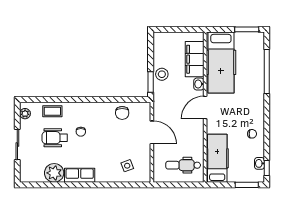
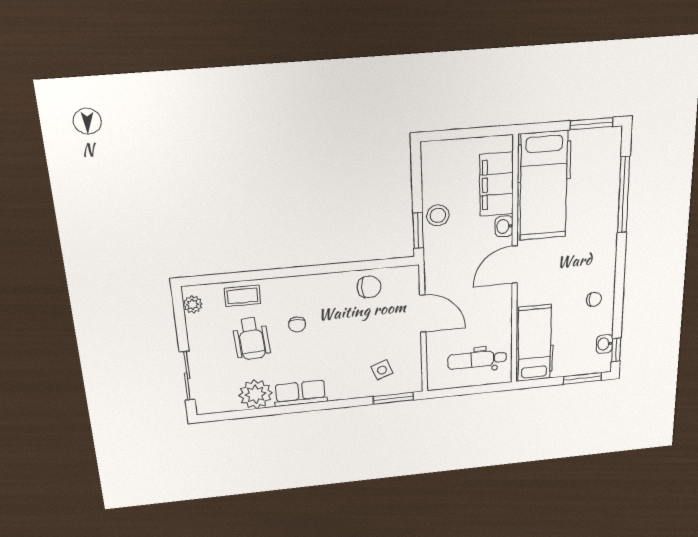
chair: (122, 113) -> (369, 287), turned -90
wheelchair: (55, 138) -> (251, 339), turned -94
sliding door: (17, 145) -> (187, 376), moved
window: (133, 185) -> (393, 398), added

